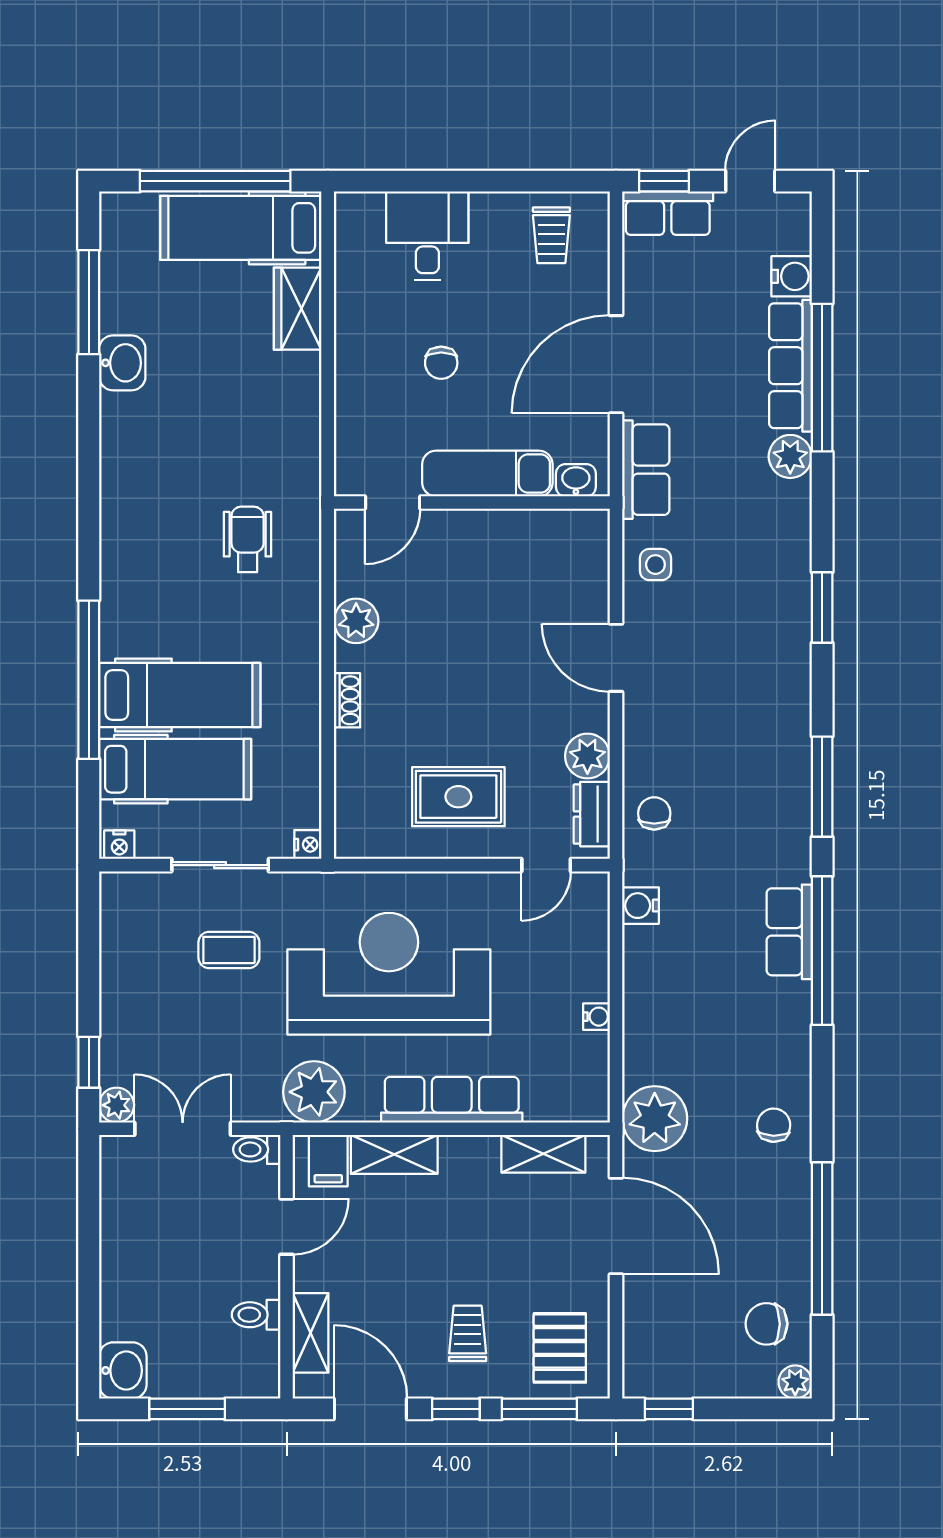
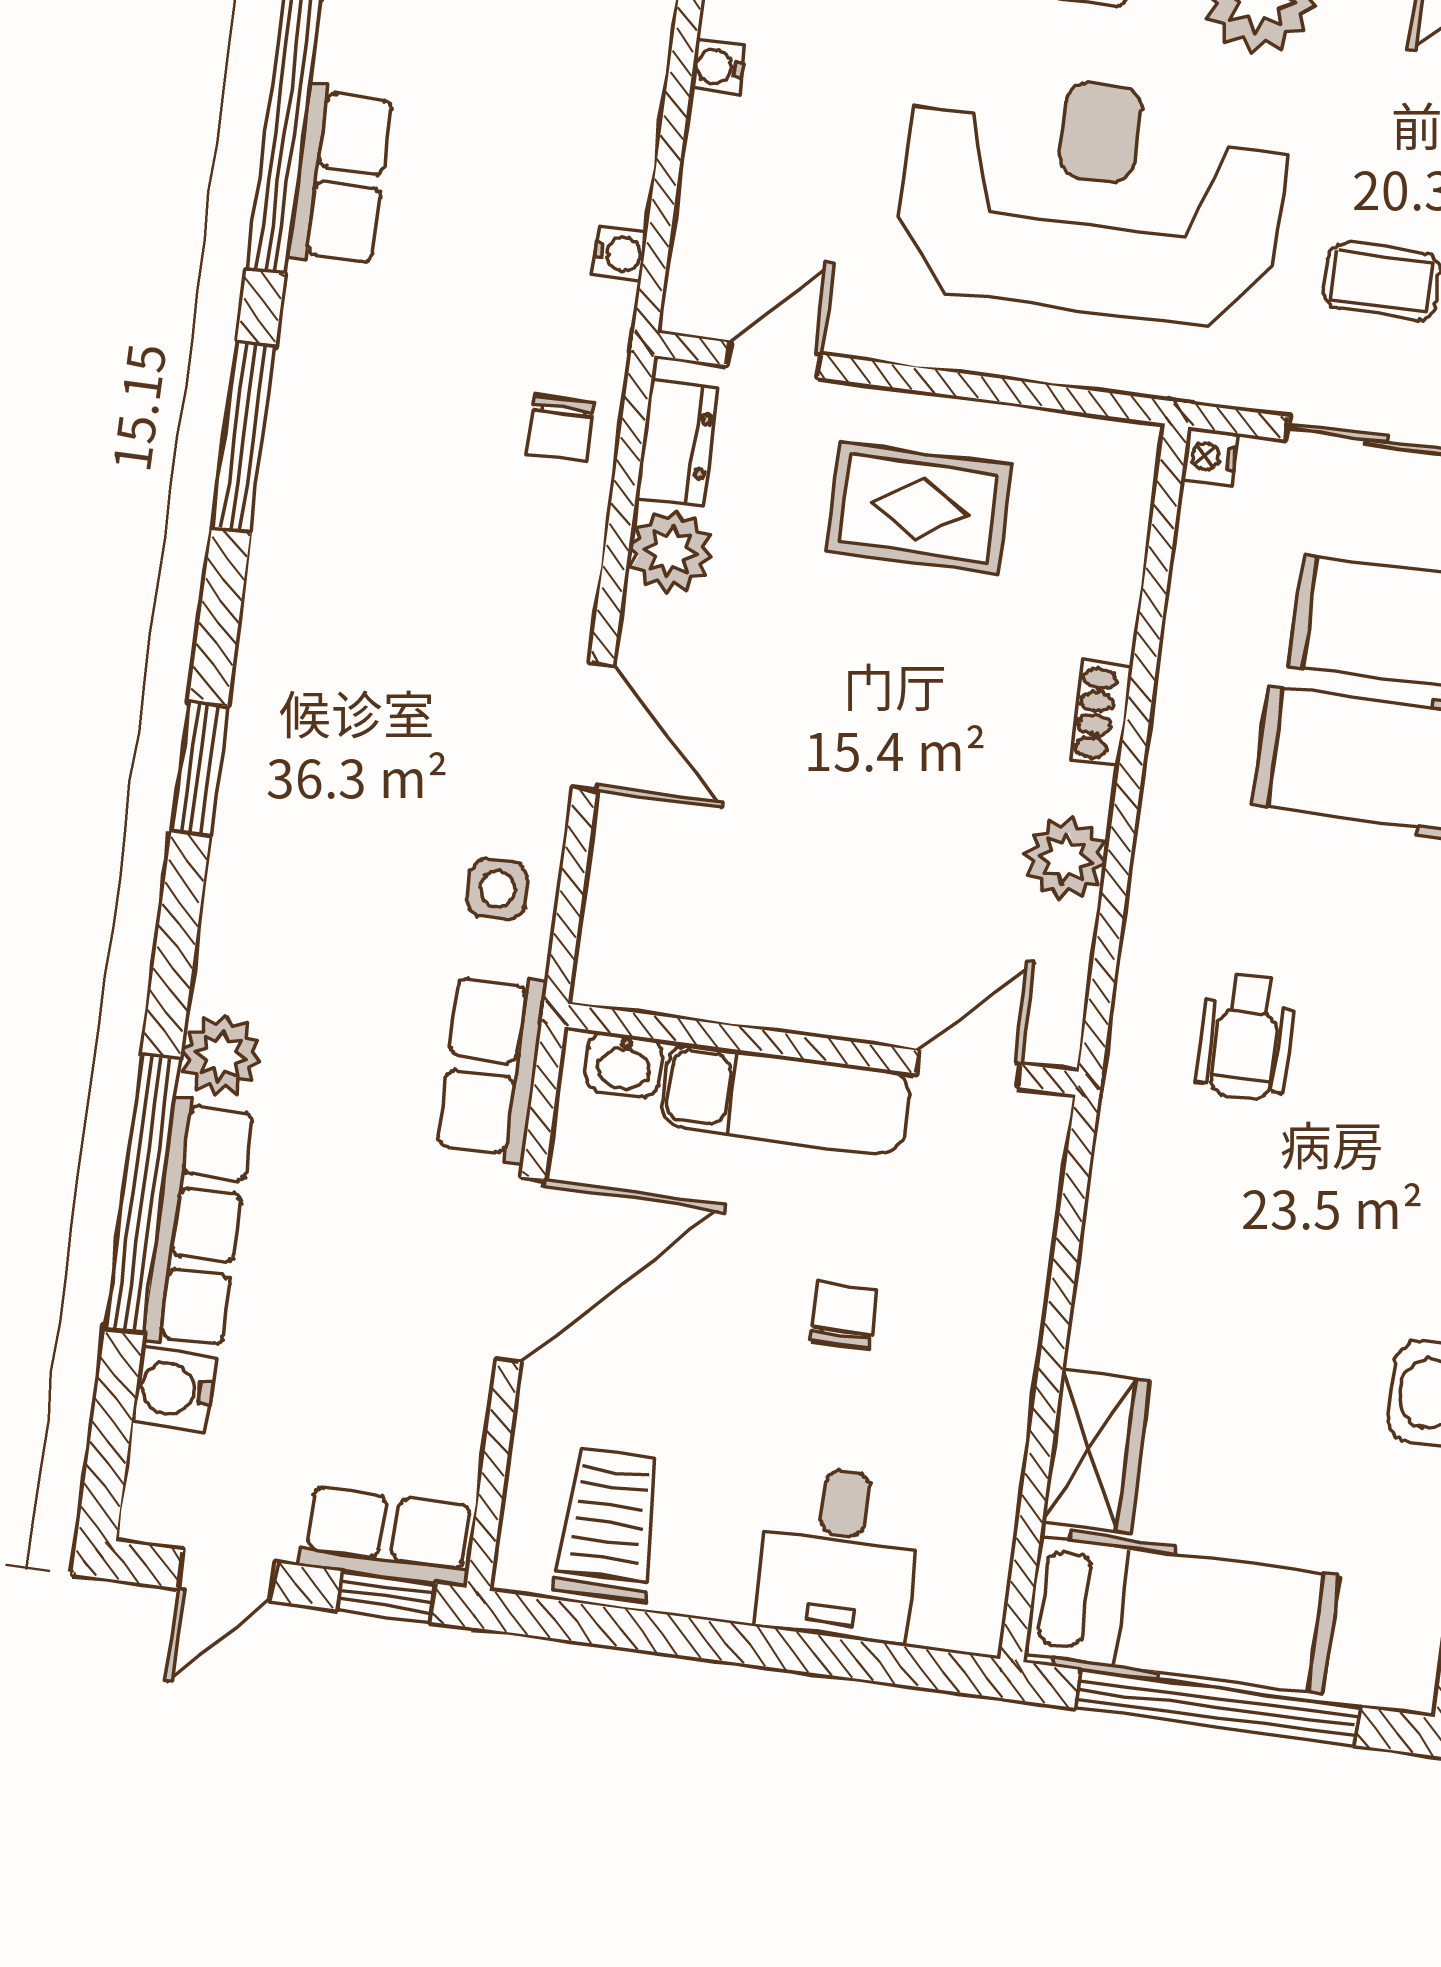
trolley: (551, 235) -> (609, 1524), width x1.36, depth x1.39
water cooler: (641, 906) -> (620, 253), width x0.72, depth x0.72
reception desk: (389, 974) -> (1092, 198), turned 180

